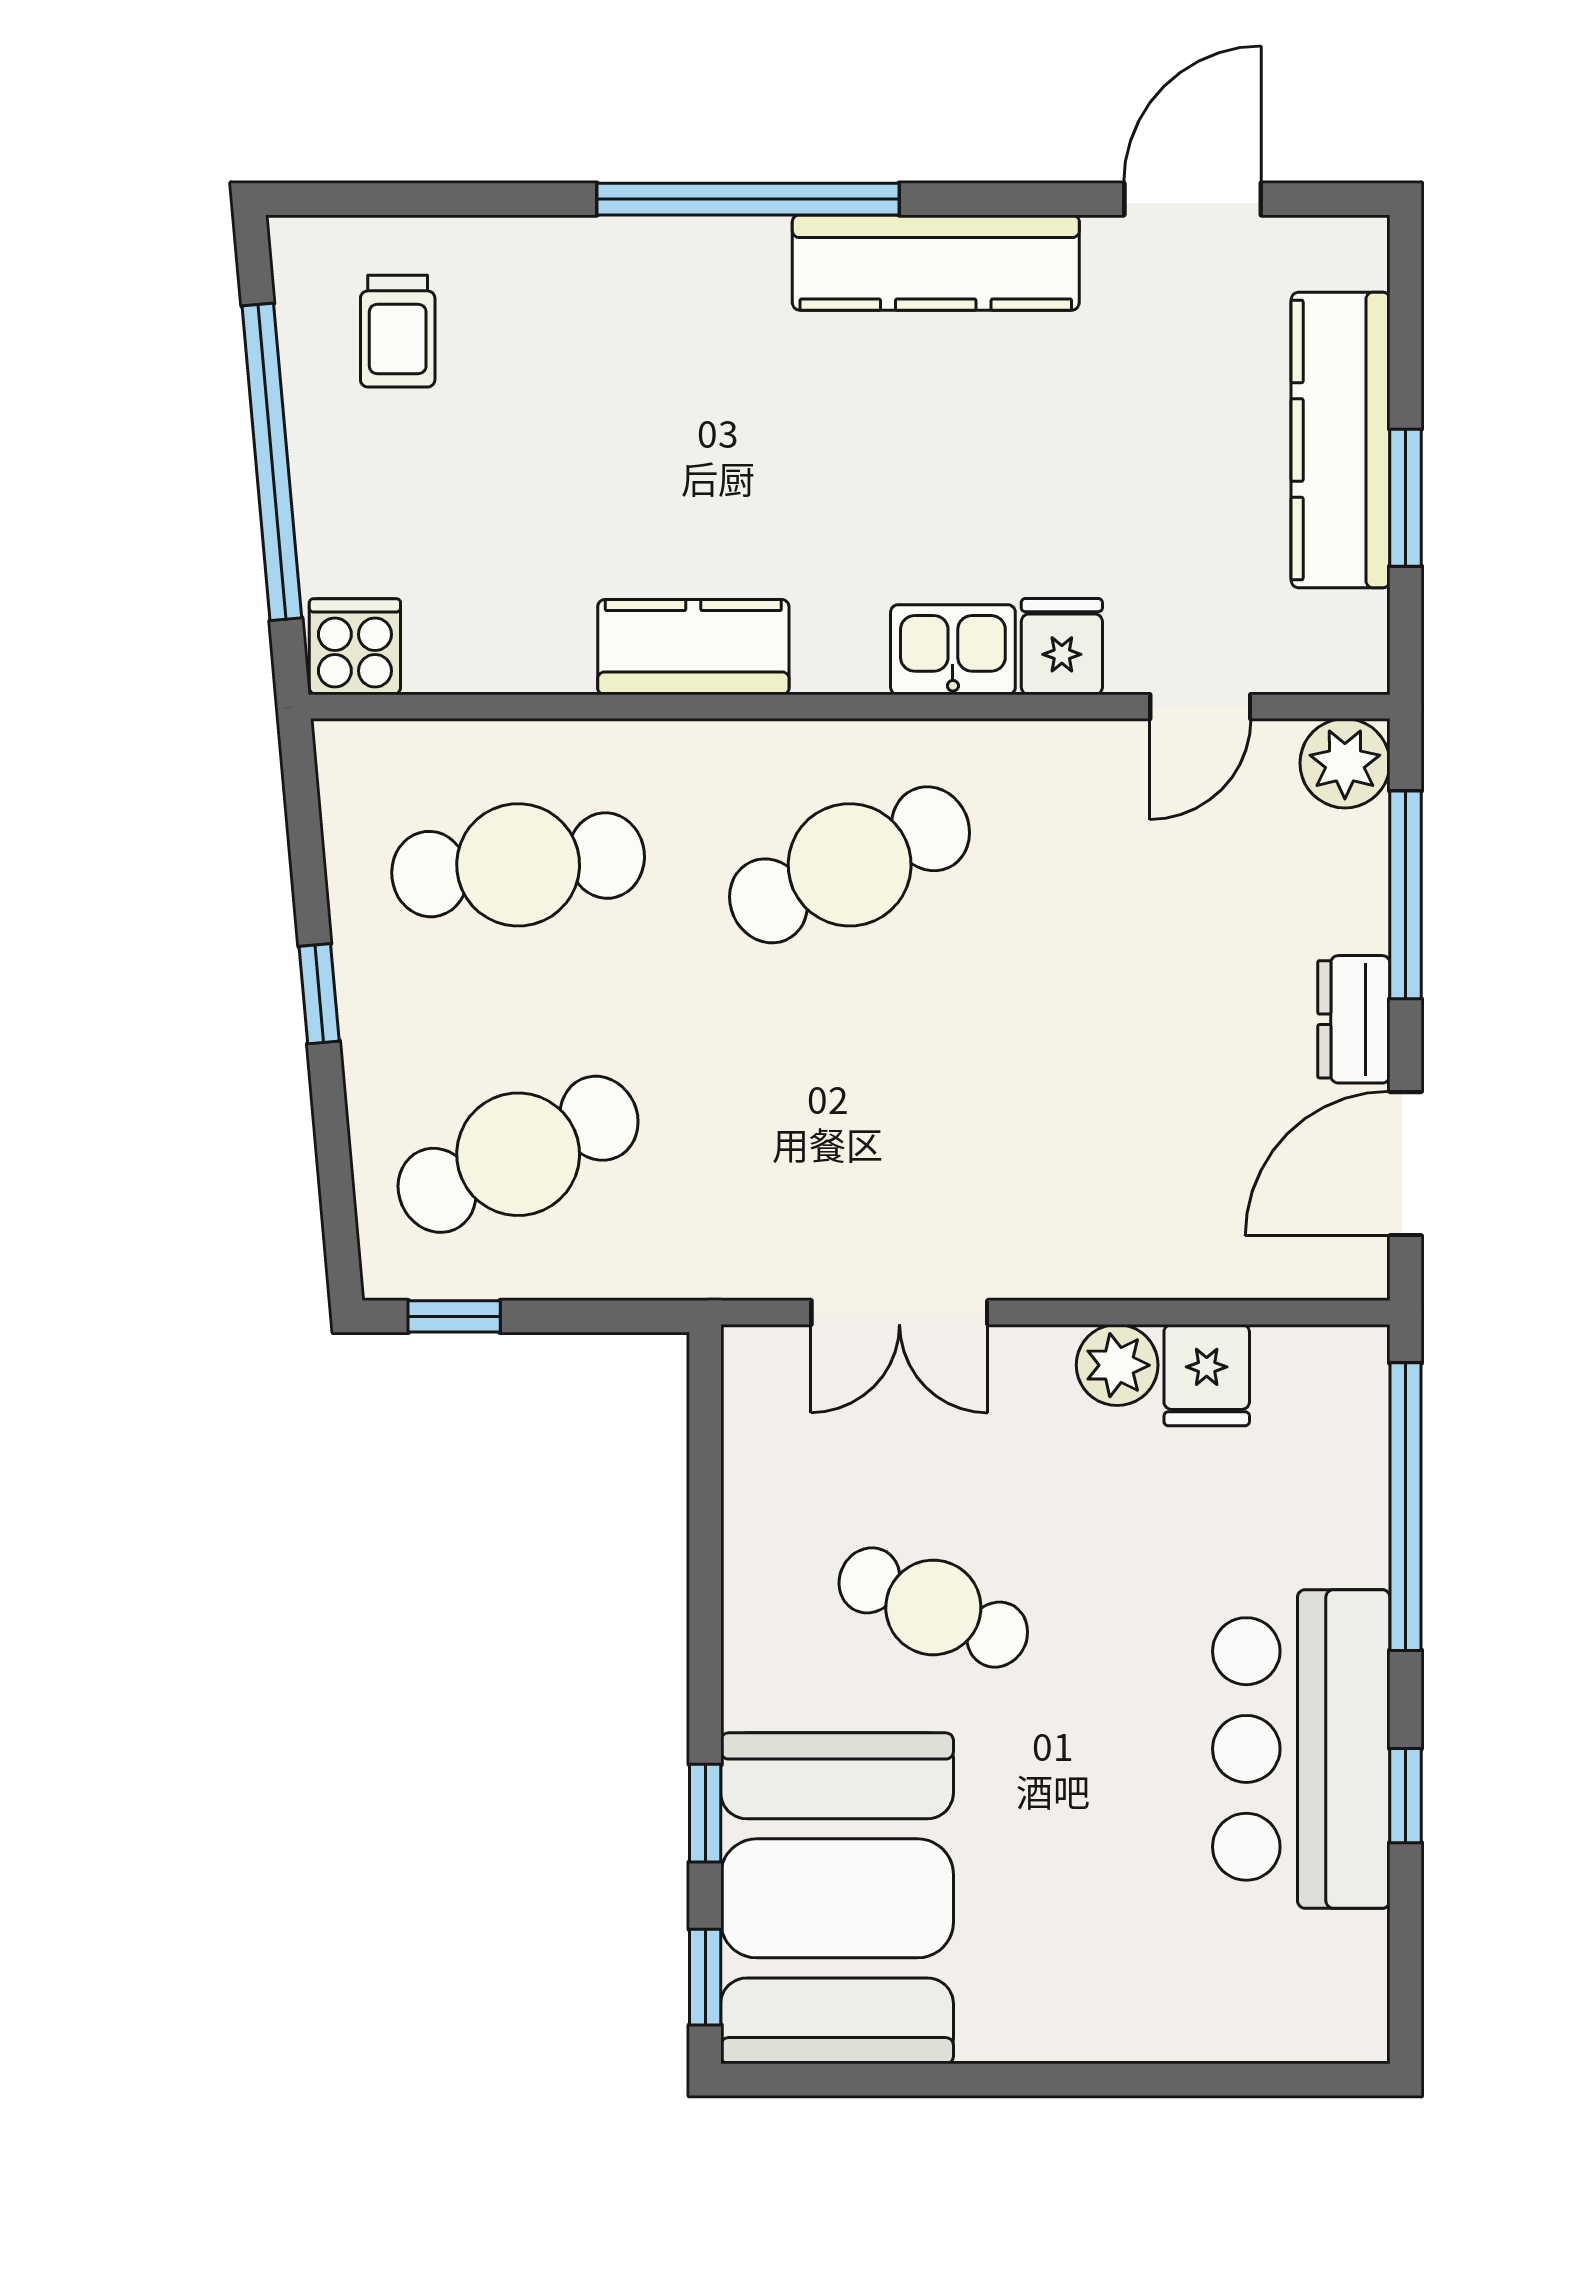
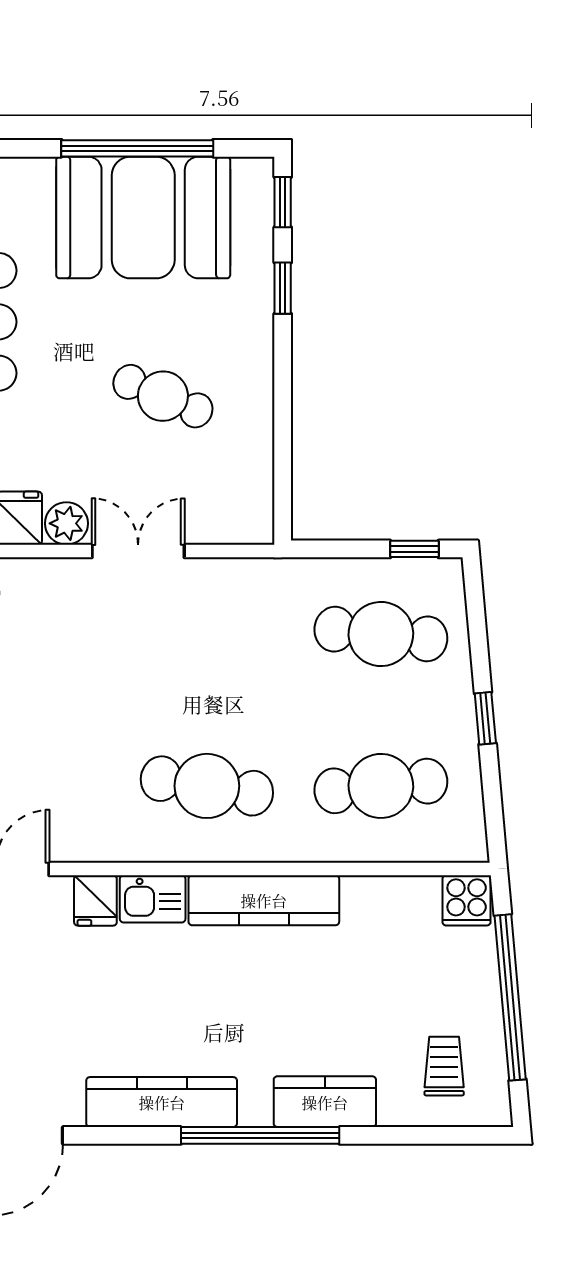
kitchen counter: (625, 263) -> (325, 1102), added
kitchen counter: (693, 647) -> (264, 900), width x1.50
cafe table: (850, 865) -> (207, 786), turned 33
cafe table: (518, 1154) -> (381, 634), turned 30
double door: (899, 1312) -> (138, 551), moved
booth: (837, 1898) -> (143, 218), moved, turned 90
window: (982, 2080) -> (137, 148), added

